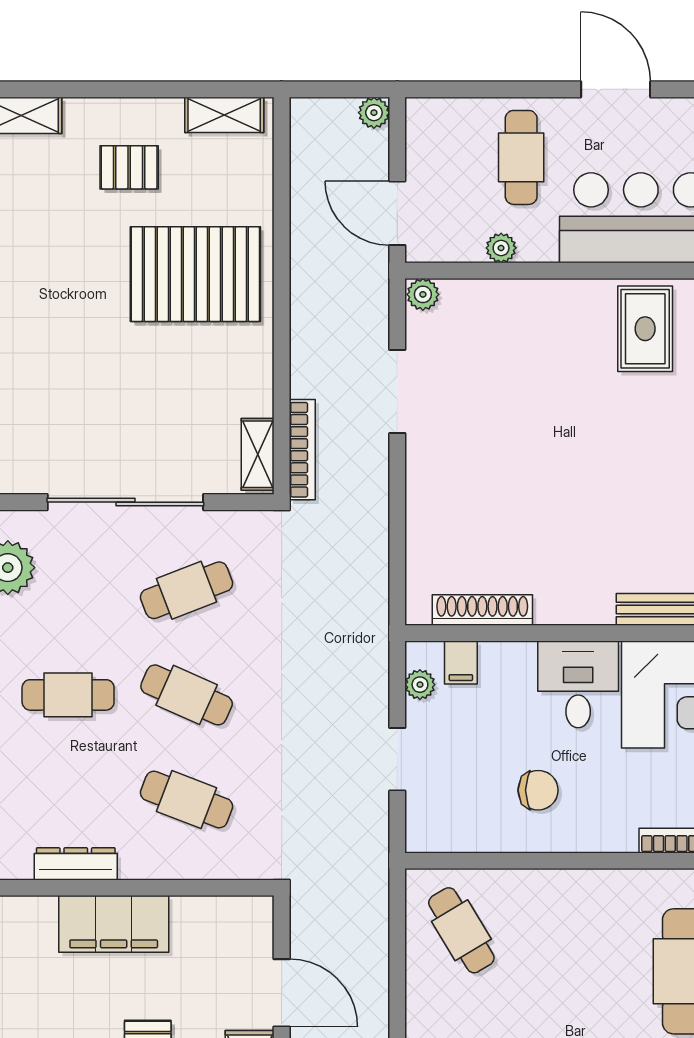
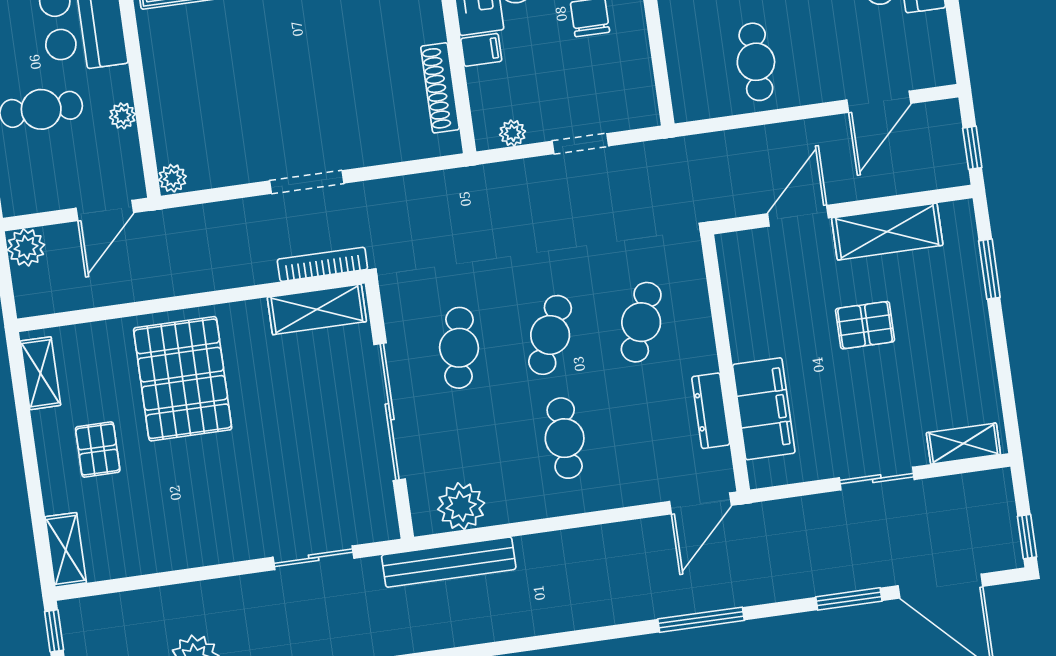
plant: (374, 113) -> (26, 247), width x1.38, depth x1.38
doorway: (397, 391) -> (307, 182), moved
shelving: (258, 454) -> (317, 309), width x1.50, depth x1.33
cafe table: (187, 590) -> (459, 348), turned 30
filing cabinet: (461, 662) -> (481, 50), moved
filing cabinet: (114, 924) -> (764, 409), moved
cafe table: (461, 930) -> (756, 62), moved, turned -59

